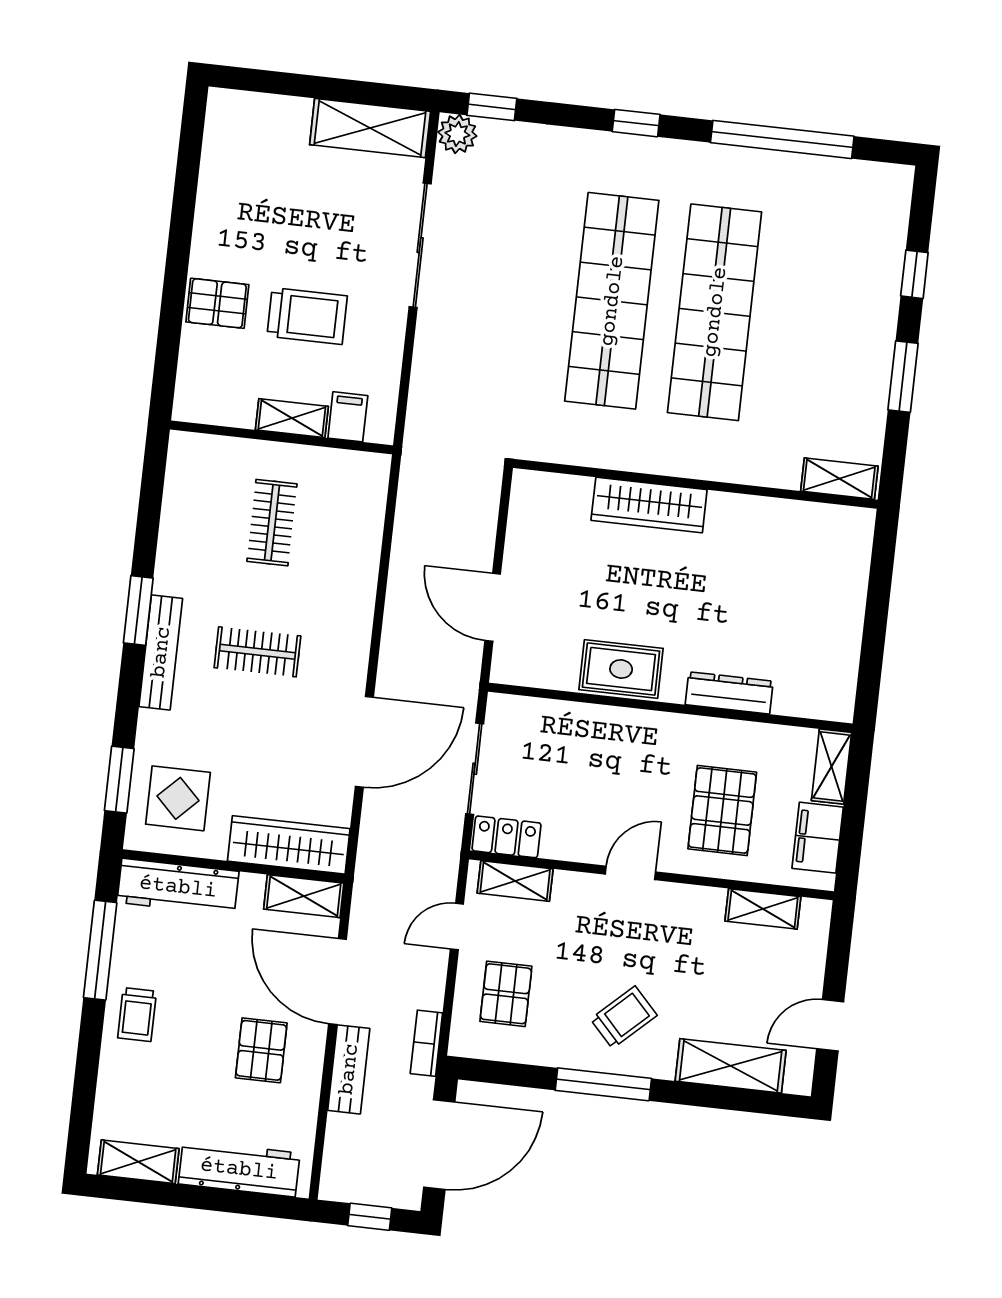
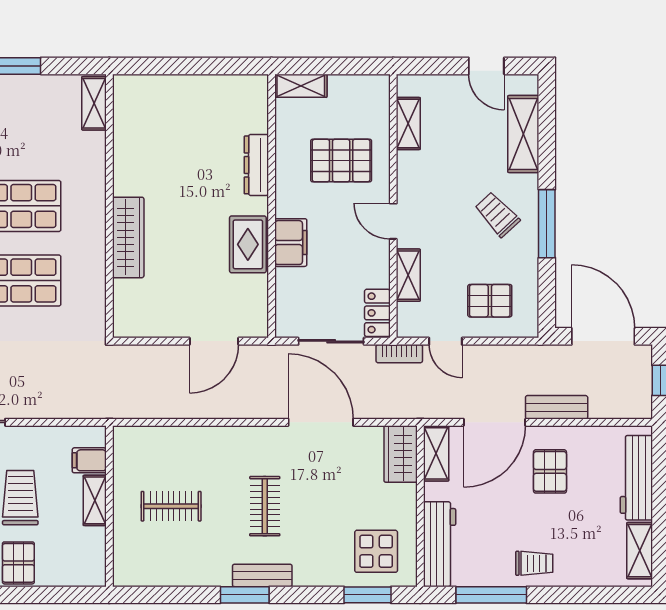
bench: (161, 652) -> (262, 575), width x0.73
filing cabinet: (818, 838) -> (291, 243), moved, turned -90
wardrobe: (289, 845) -> (401, 454), width x0.67
shelving: (515, 881) -> (408, 275), moved
bookcase: (426, 1043) -> (399, 354), moved
pallet: (261, 1050) -> (550, 471), turned 90

